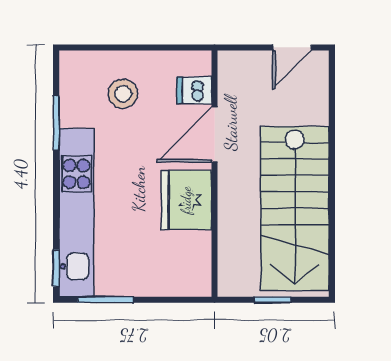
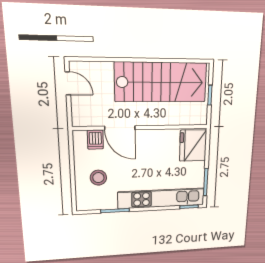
fridge: (186, 200) -> (193, 146), moved, turned 90

